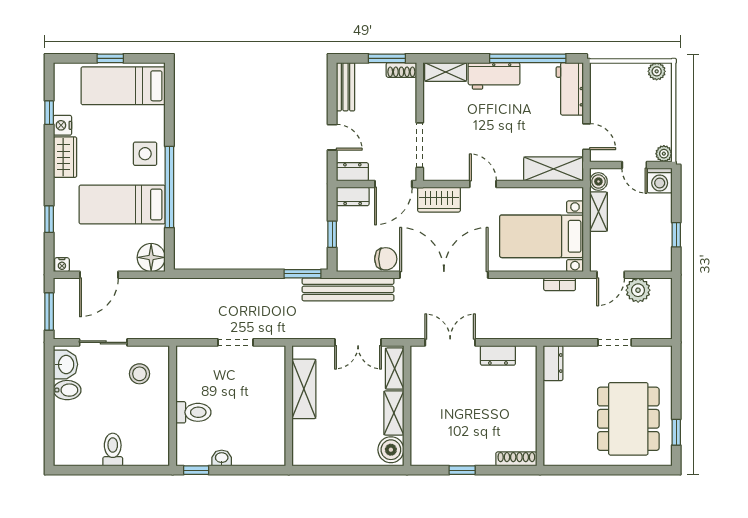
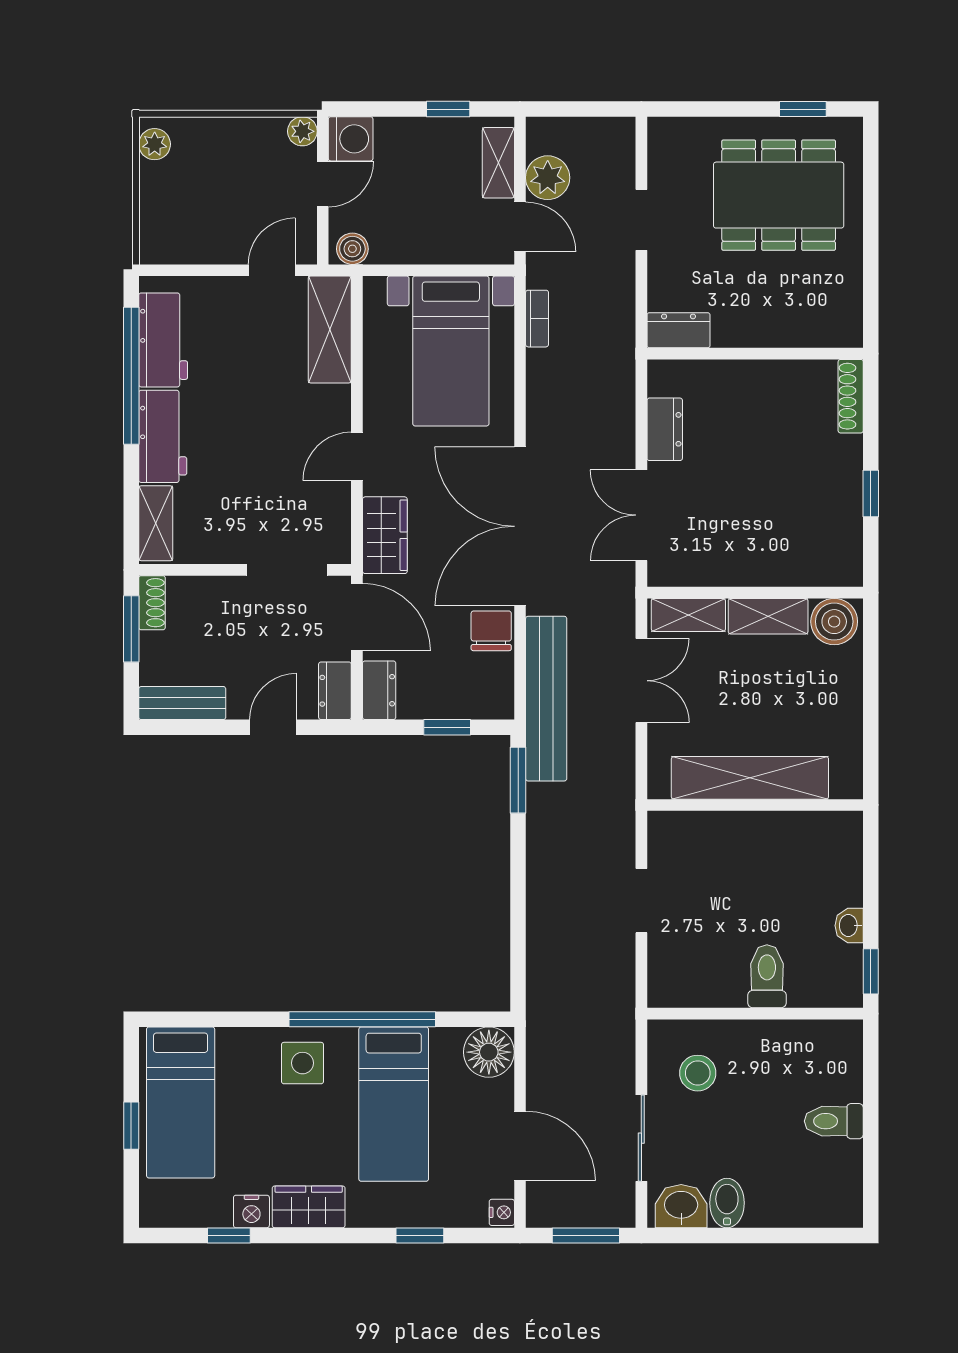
workbench: (570, 89) -> (163, 340), moved, turned -90
shelving: (599, 212) -> (498, 163), moved, turned 90
shelving: (304, 389) -> (750, 778), width x1.47

